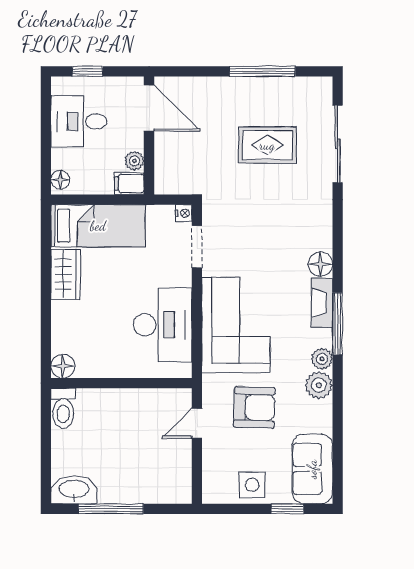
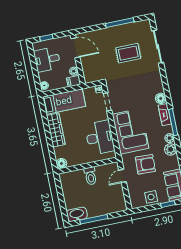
wardrobe: (66, 274) -> (56, 130), width x1.50
toilet: (63, 408) -> (90, 176), moved

